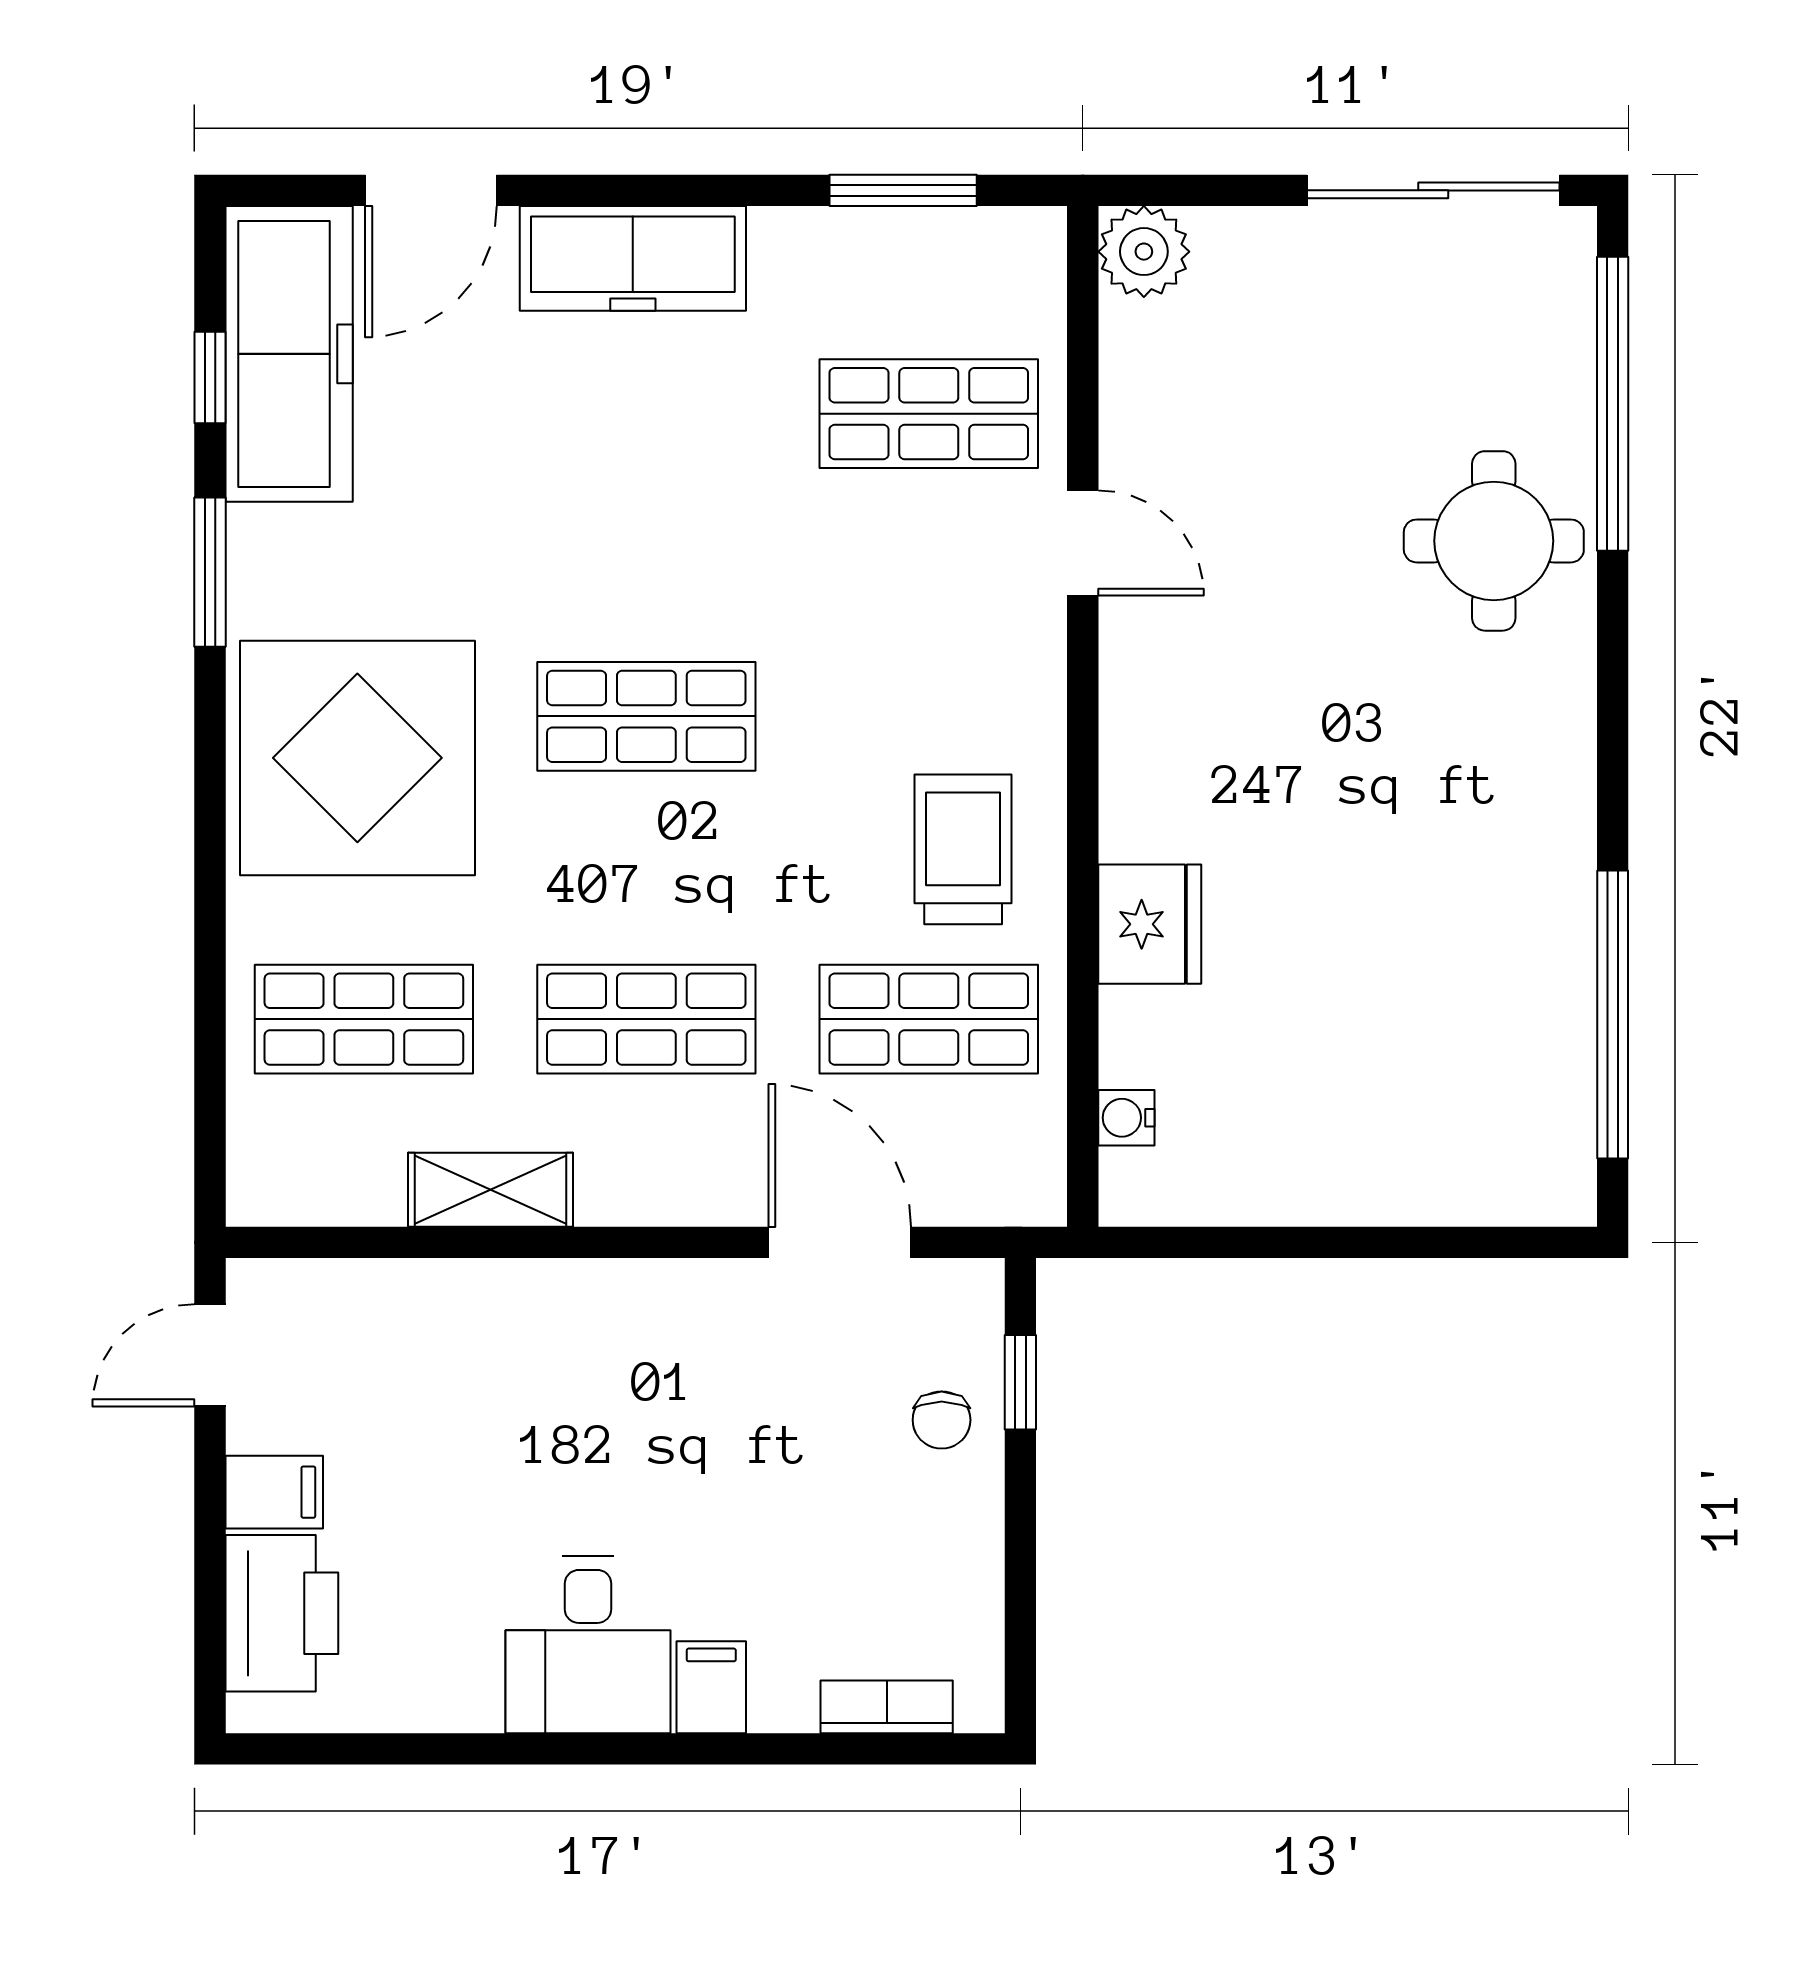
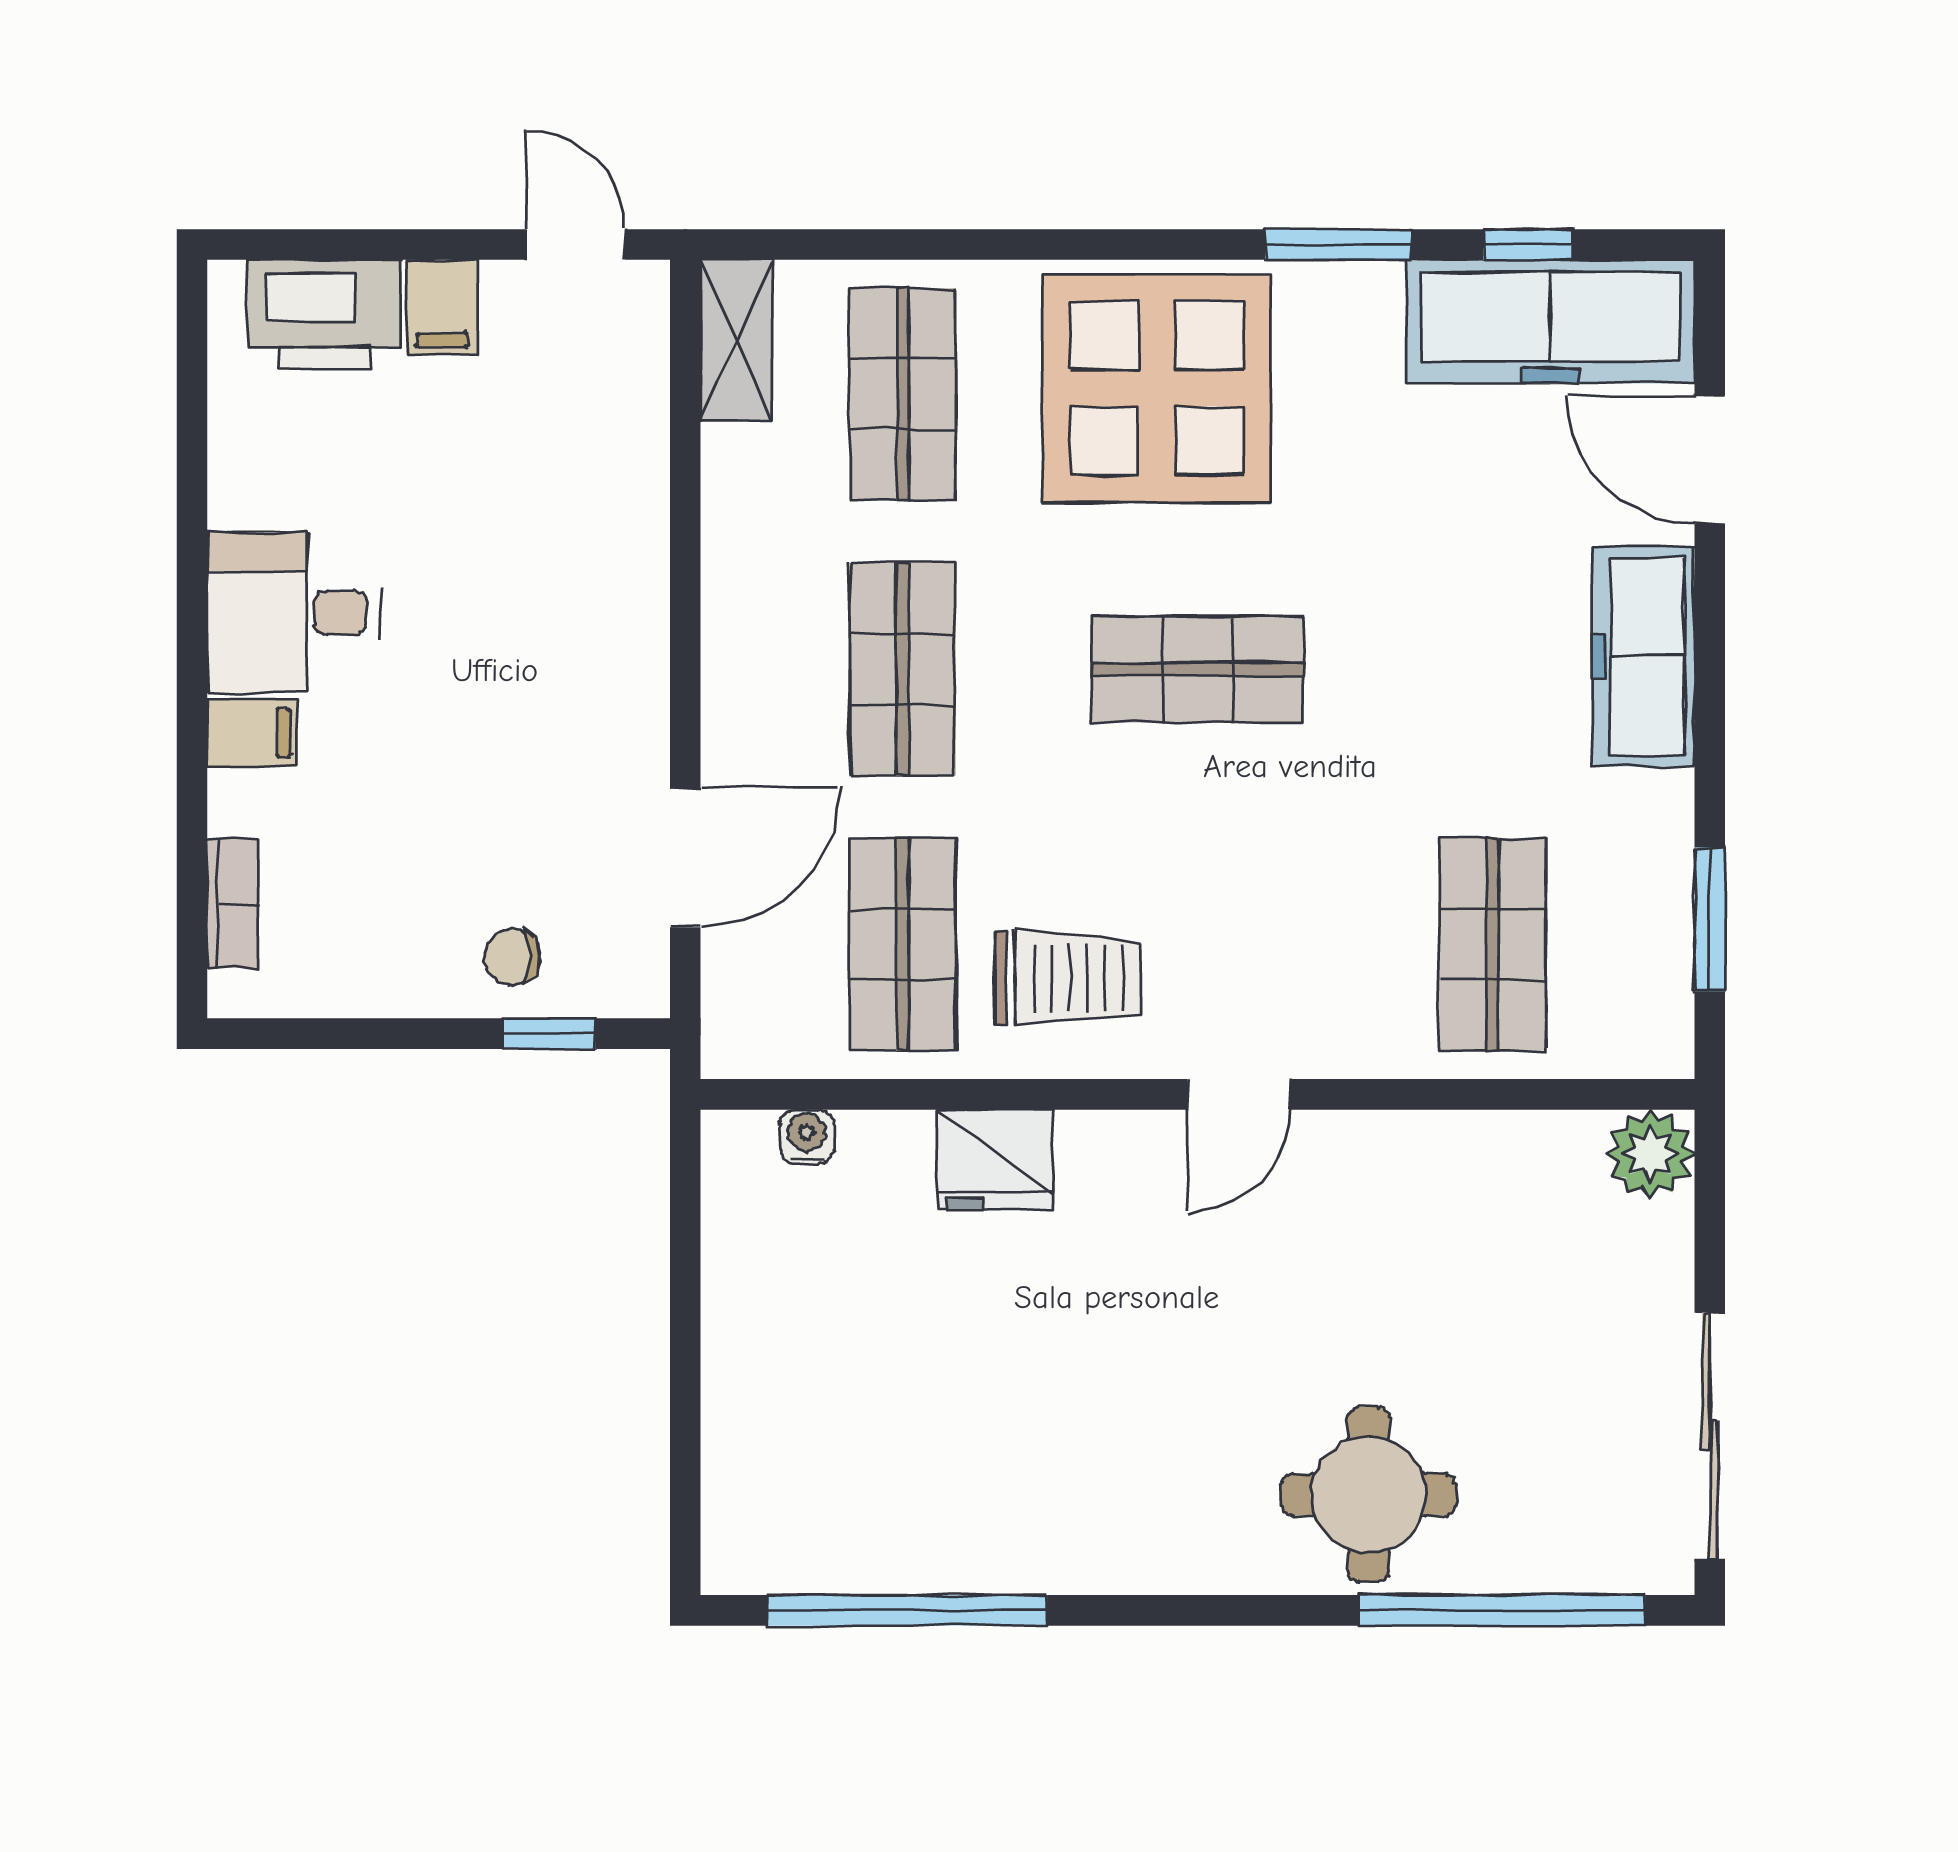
door: (1083, 543) -> (1239, 1094), moved
shop shelf: (646, 716) -> (1197, 669), turned 90
shelving: (490, 1190) -> (737, 340), moved

